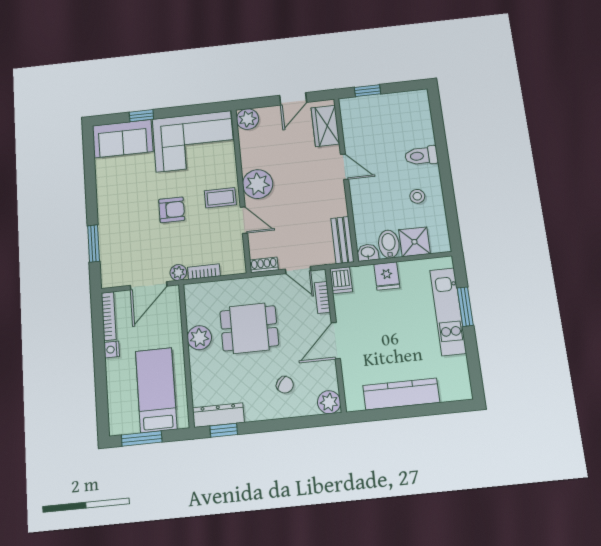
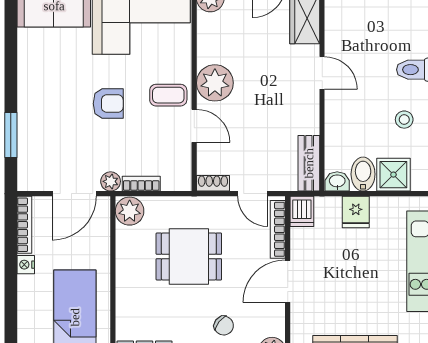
bookcase: (322, 297) -> (278, 229), width x1.56
plant: (199, 338) -> (130, 211), moved

